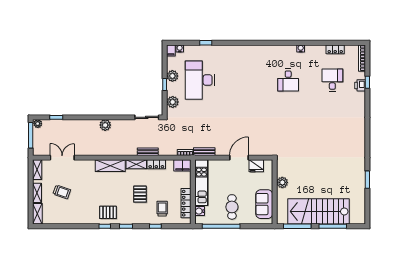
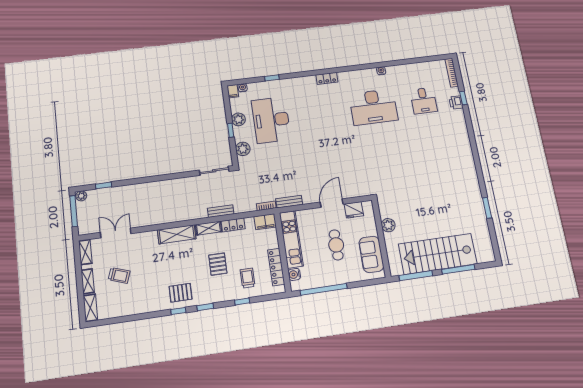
locker: (335, 49) -> (327, 78), moved
desk: (288, 80) -> (373, 107), width x1.87, depth x1.30
desk: (332, 80) -> (424, 101), turned 180
plant: (105, 125) -> (165, 187), removed
cafe table: (232, 207) -> (336, 245), moved

